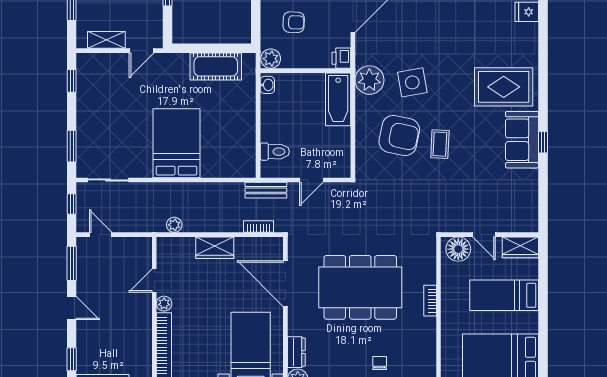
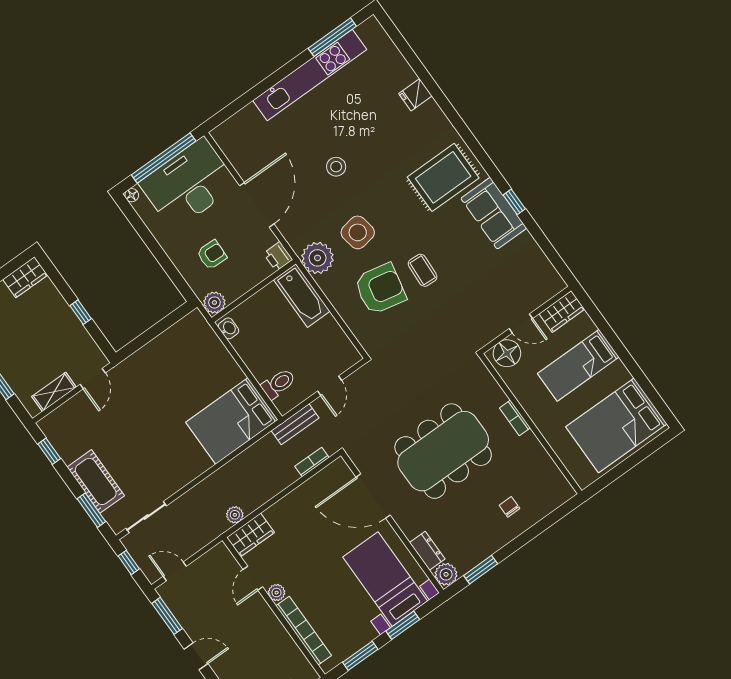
stool: (431, 23) -> (336, 167), added
cot: (216, 66) -> (96, 481), moved, turned 90
bed: (177, 143) -> (232, 421), moved, turned -90
wardrobe: (215, 248) -> (251, 535), moved

